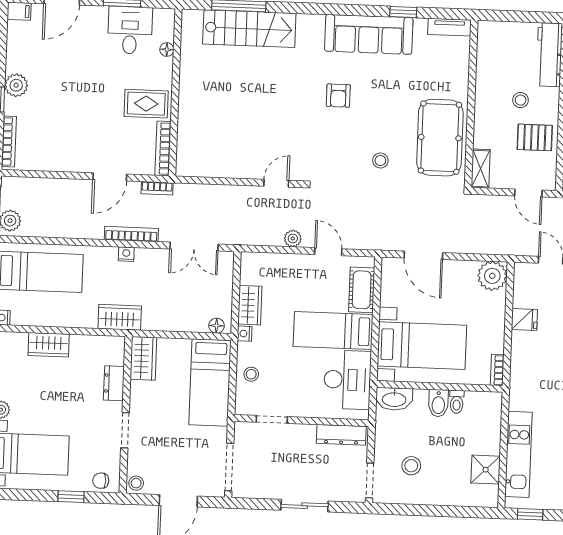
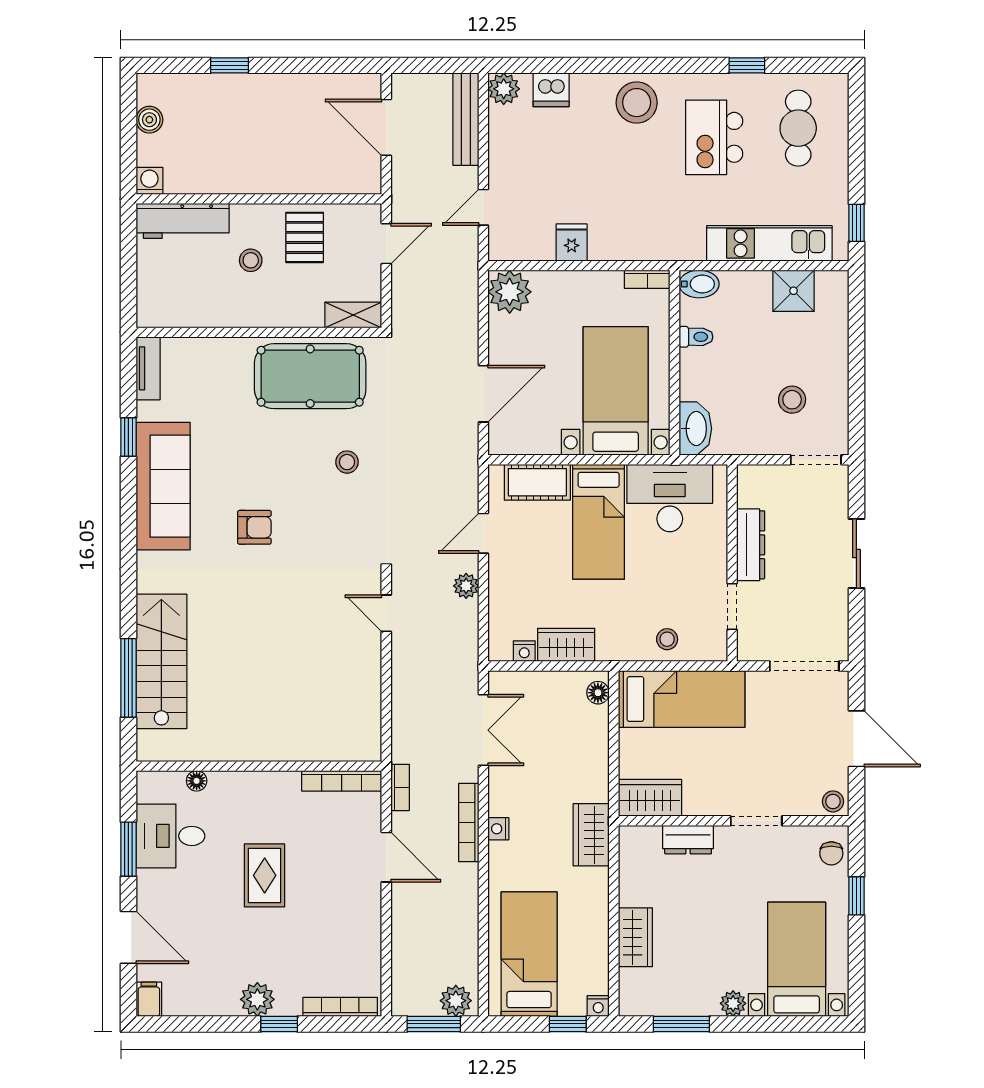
rug: (146, 104) -> (265, 875), moved
nightstand: (245, 334) -> (524, 651), moved
bidet: (438, 403) -> (699, 284), moved
dresser: (341, 435) -> (751, 545), moved

